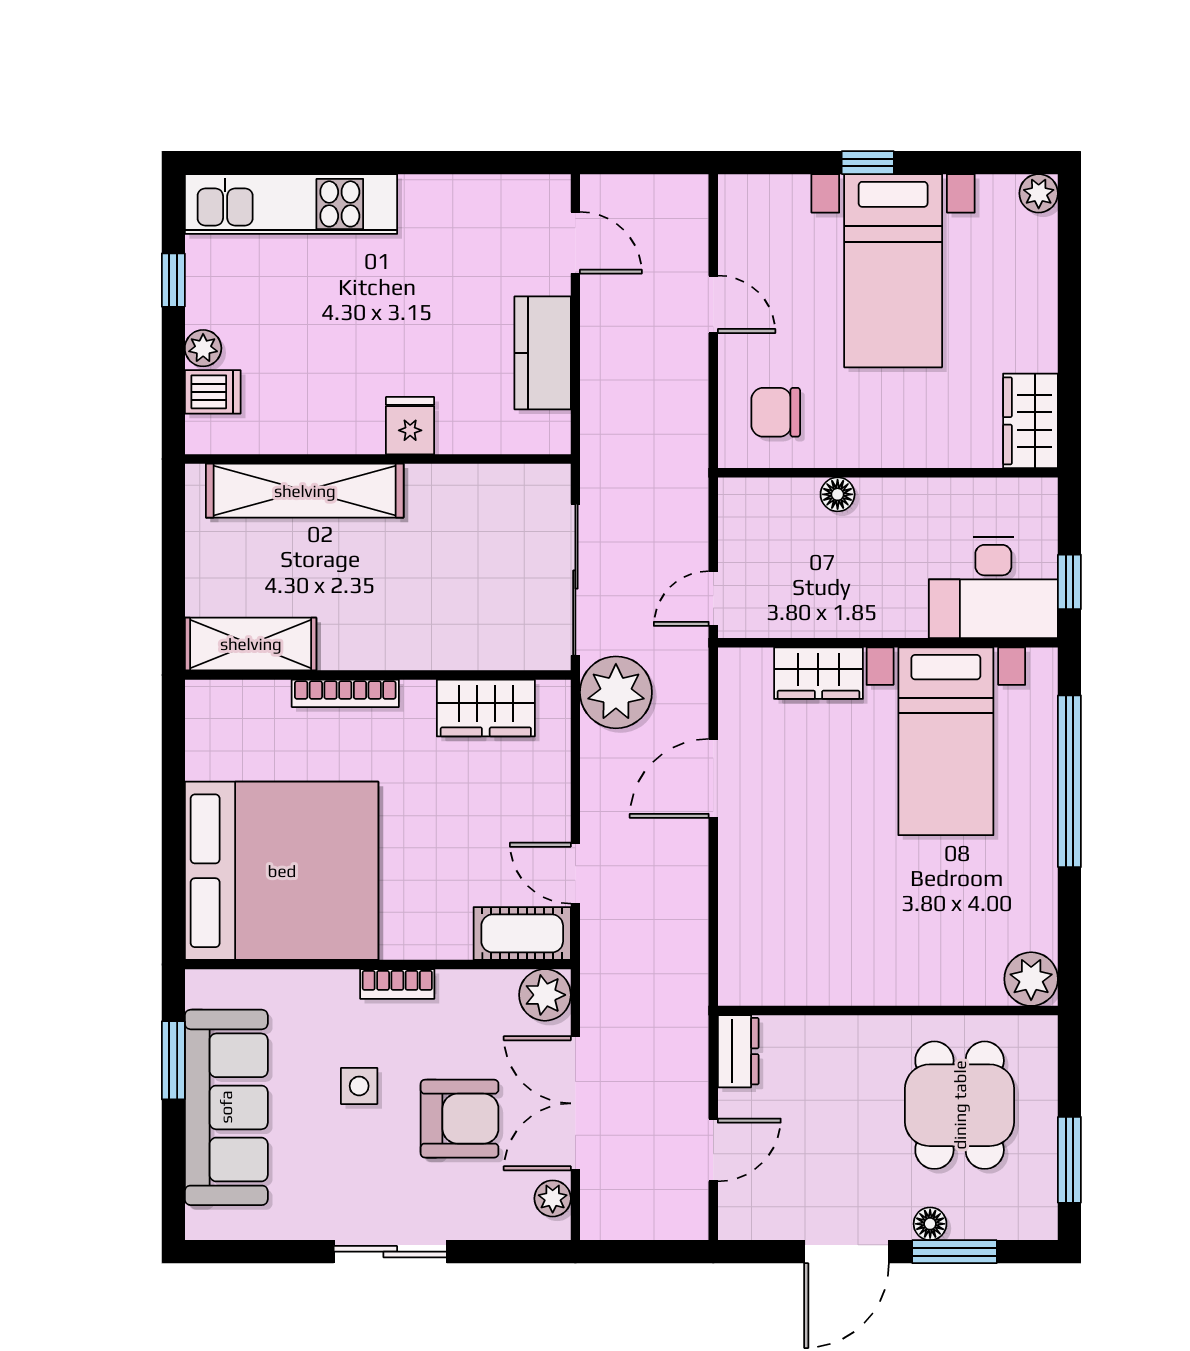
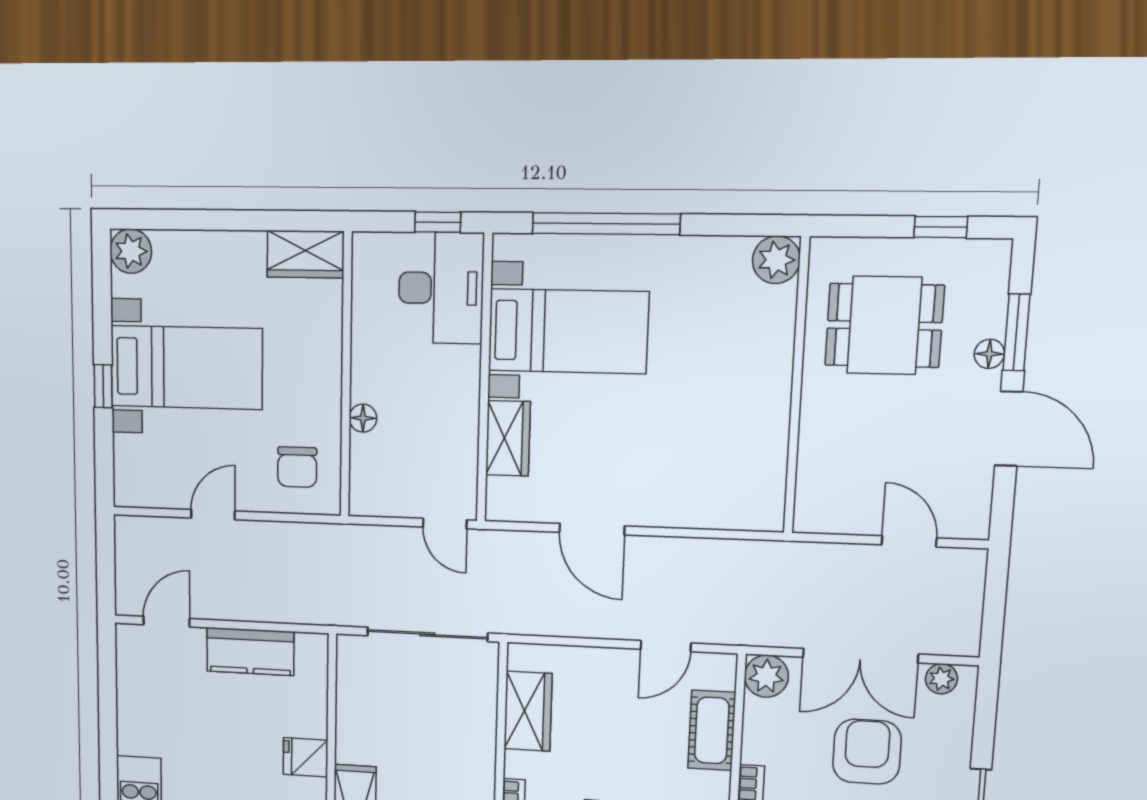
plant: (1039, 193) -> (131, 251), width x1.38, depth x1.38
plant: (616, 692) -> (519, 606), removed
cot: (522, 933) -> (712, 730), moved
dresser: (738, 1051) -> (824, 517), removed
window: (1069, 1160) -> (941, 227), width x0.67

